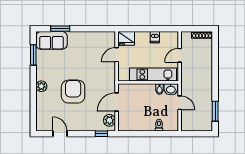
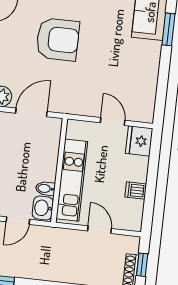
window: (197, 29) -> (142, 265), added
door: (117, 102) -> (31, 112), hinge flipped

